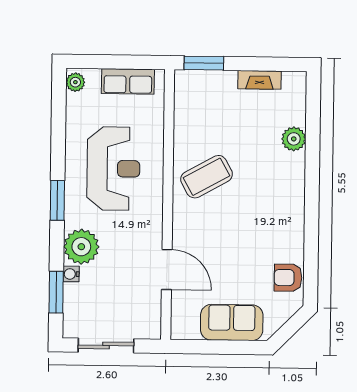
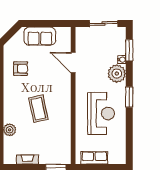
plant: (75, 82) -> (121, 157), removed
reception desk: (113, 169) -> (101, 113), turned 180
coffee table: (207, 177) -> (38, 109), moved, turned -73
armchair: (288, 278) -> (21, 69), moved

